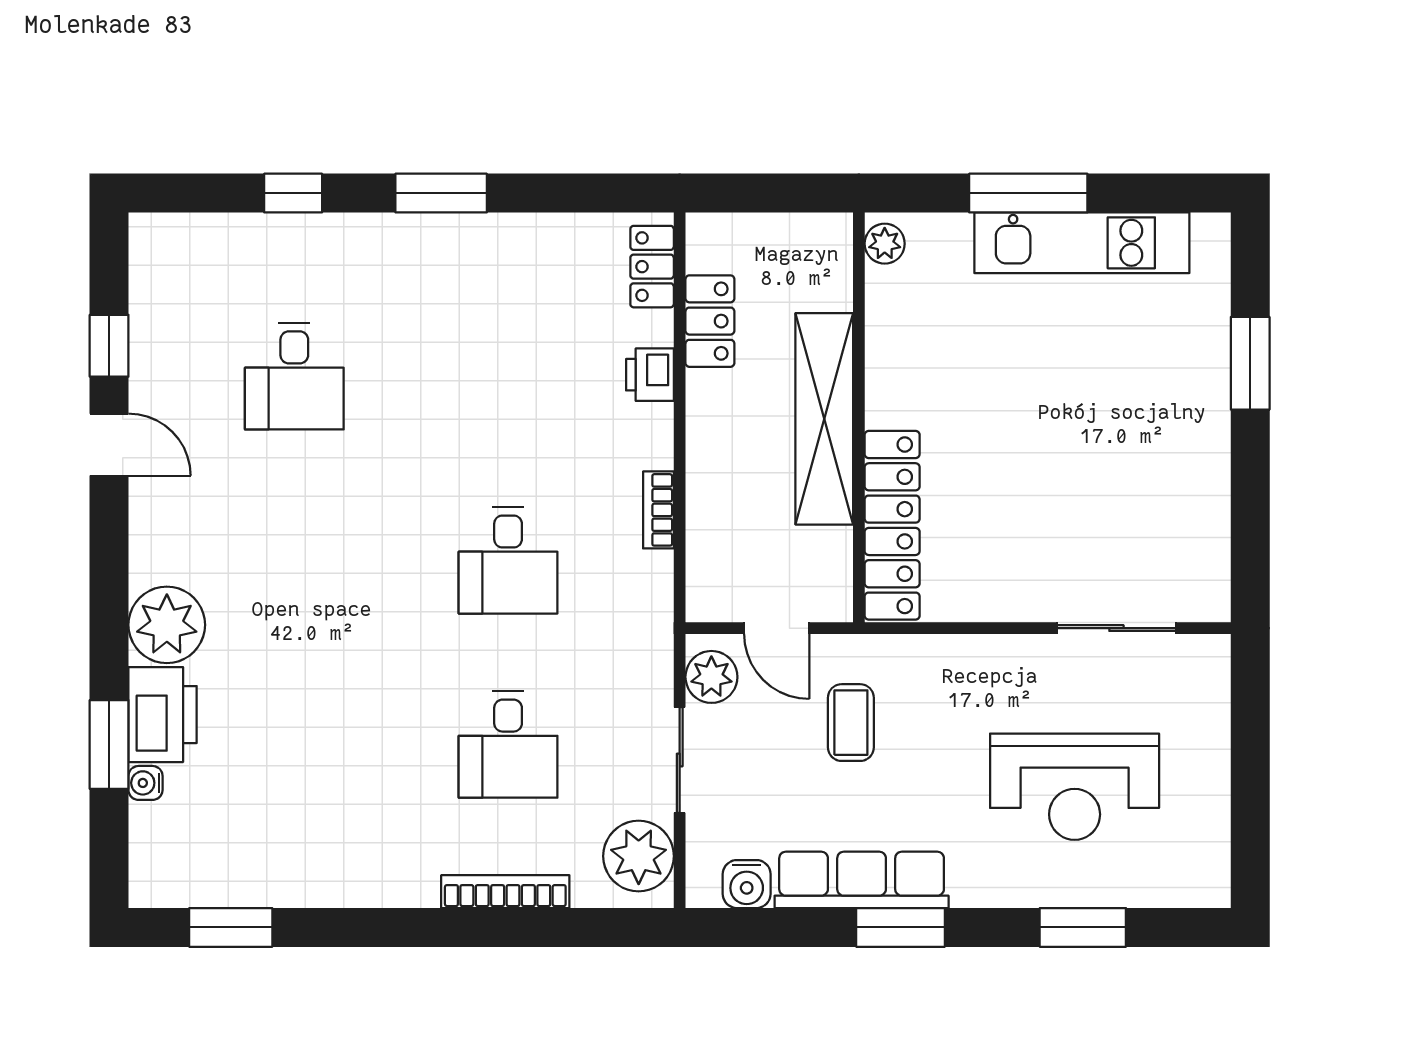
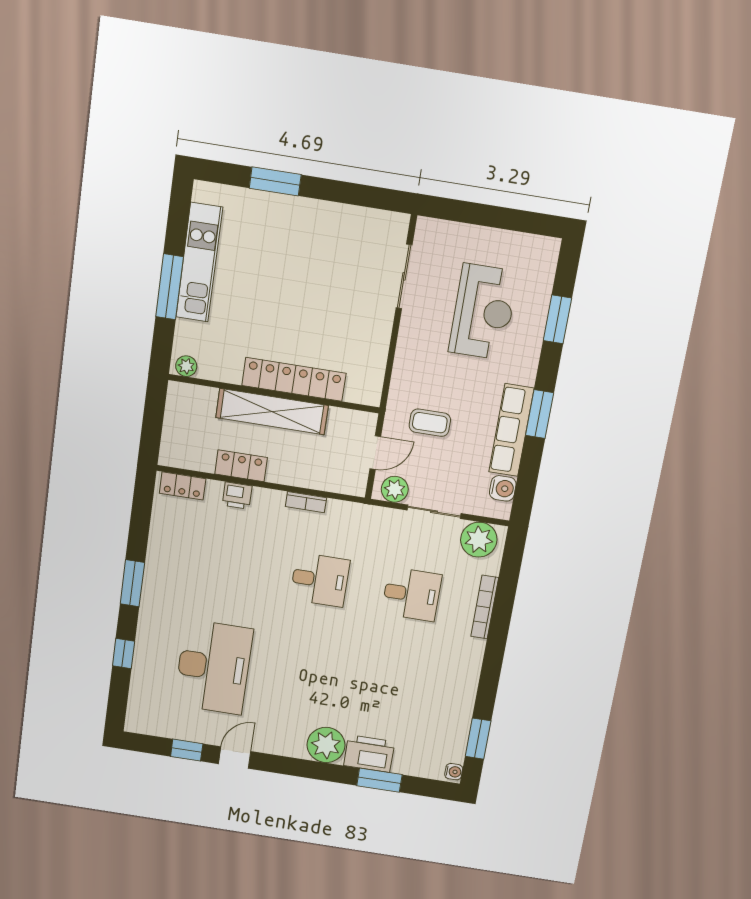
locker: (710, 321) -> (241, 466), moved
desk: (294, 376) -> (214, 667), width x1.87, depth x1.30
locker: (892, 525) -> (294, 379), moved
water cooler: (146, 783) -> (454, 772), moved, turned -90

